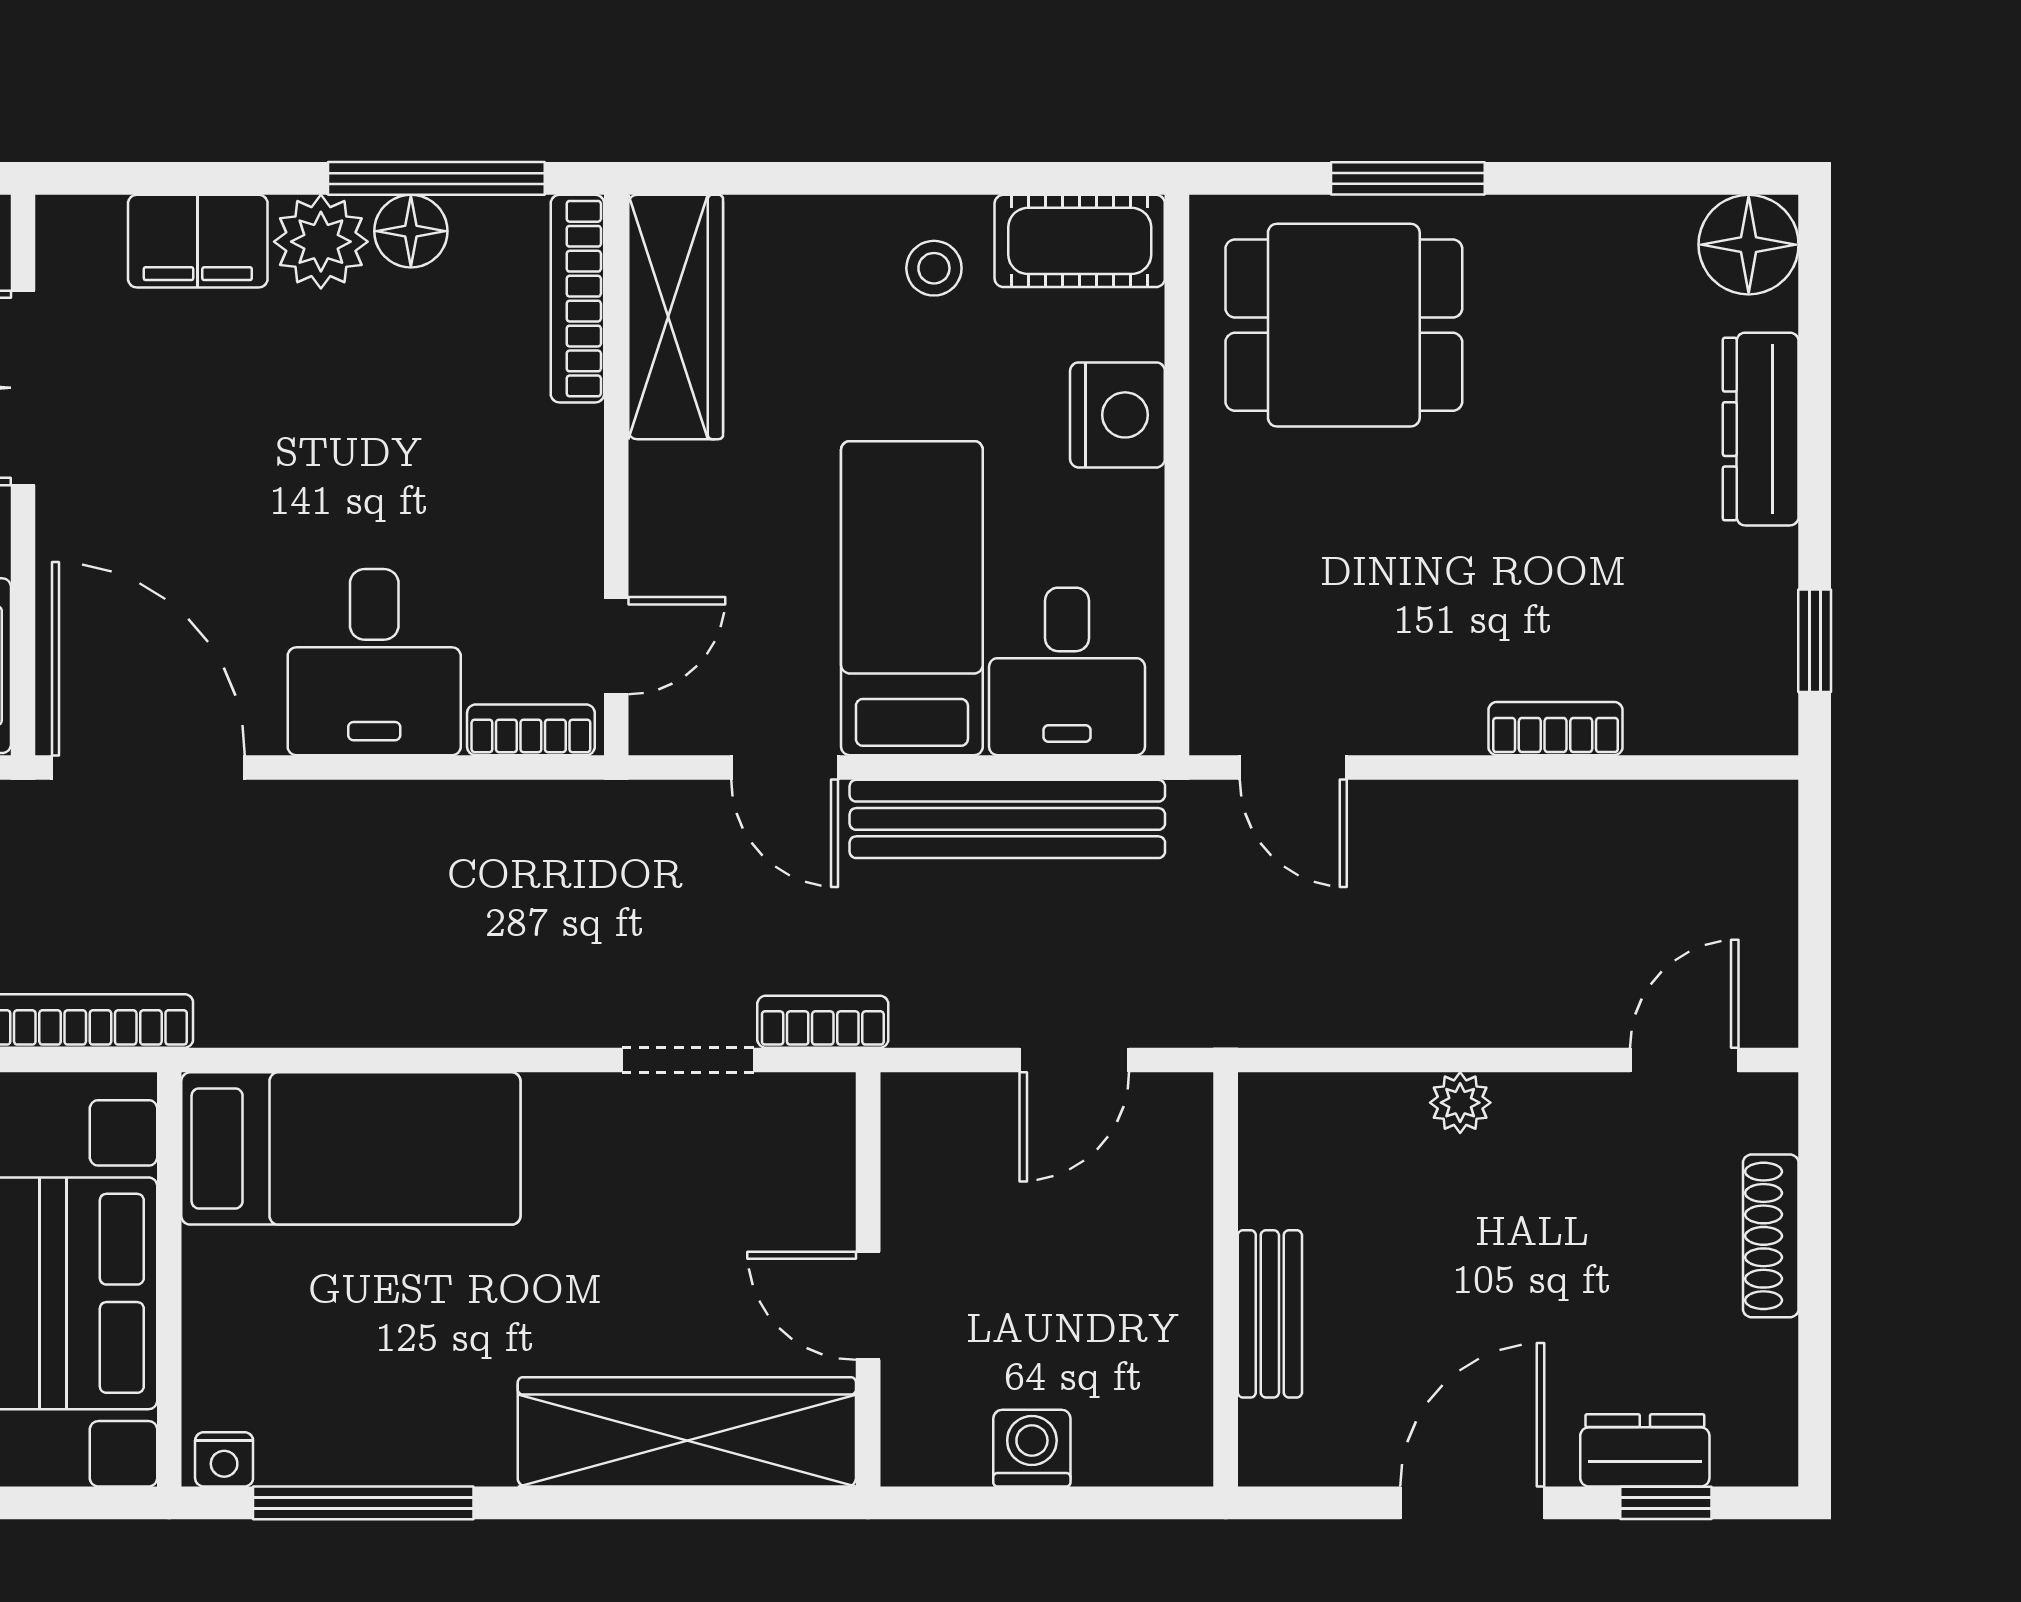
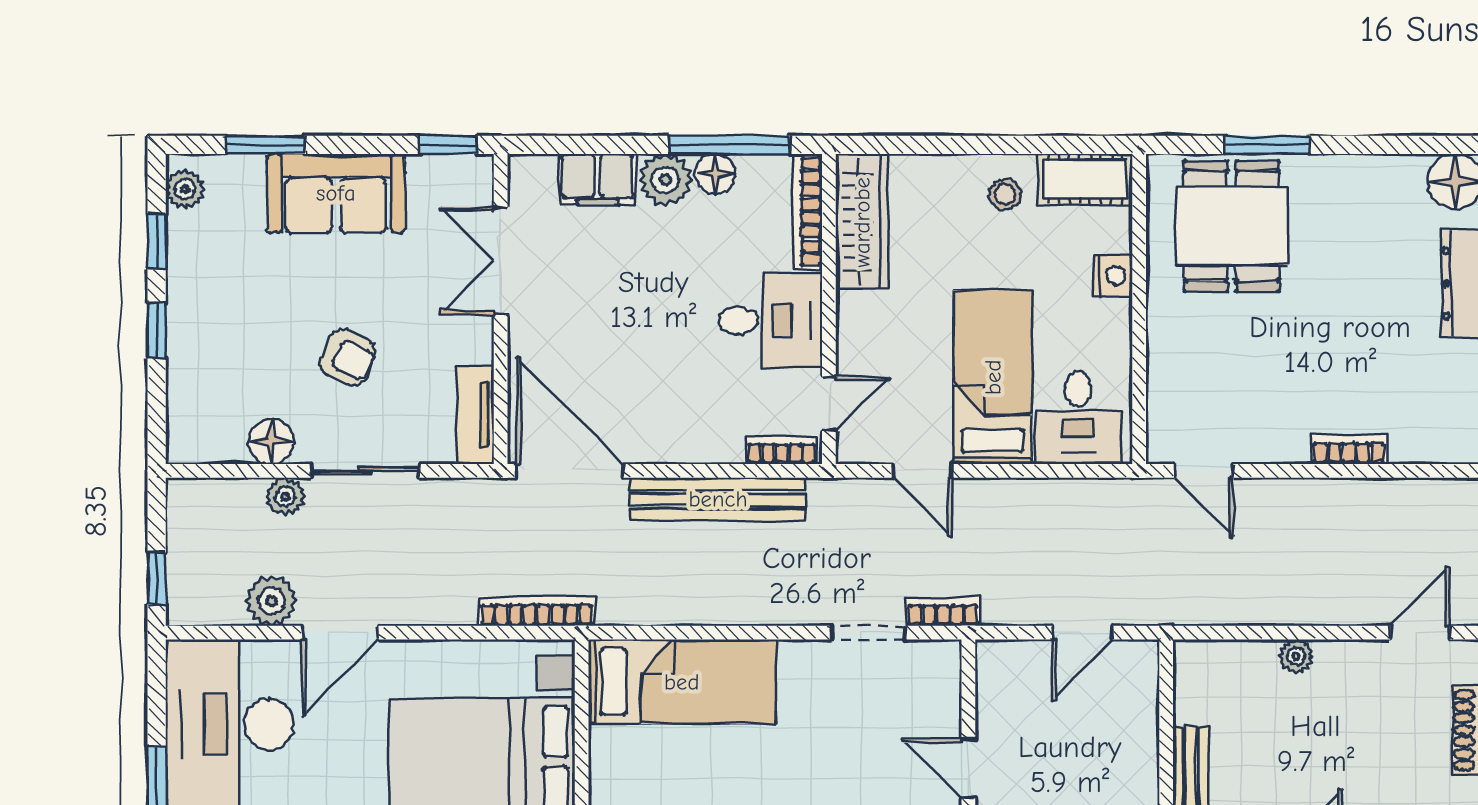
dining table: (1344, 325) -> (1232, 226), turned 90
nightstand: (1117, 415) -> (1113, 276), width x0.74, depth x0.75
desk: (374, 662) -> (771, 320), moved, turned -90
bench: (1007, 819) -> (718, 499), moved

